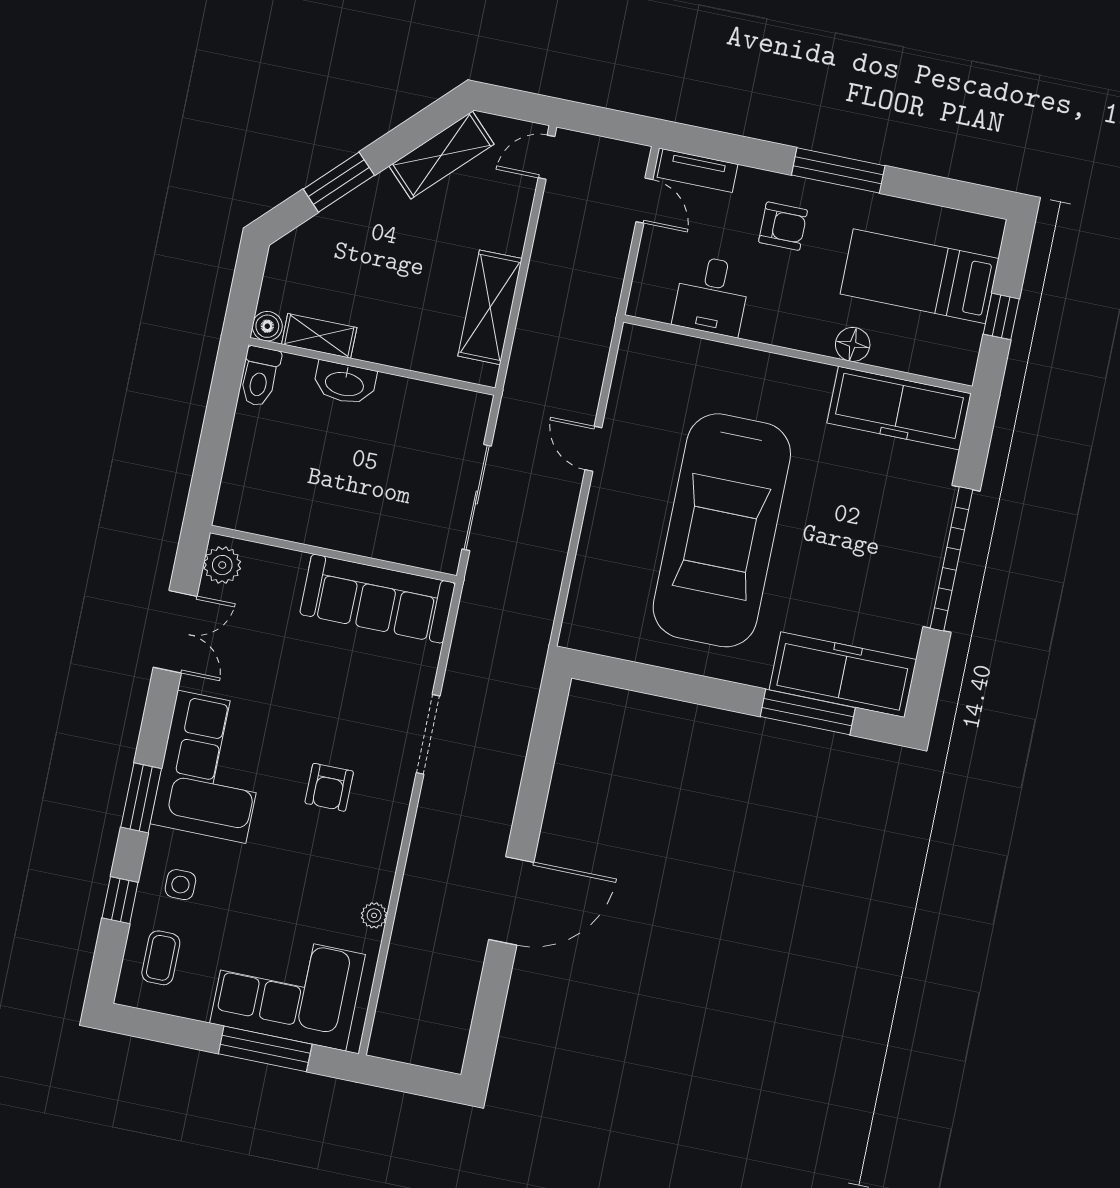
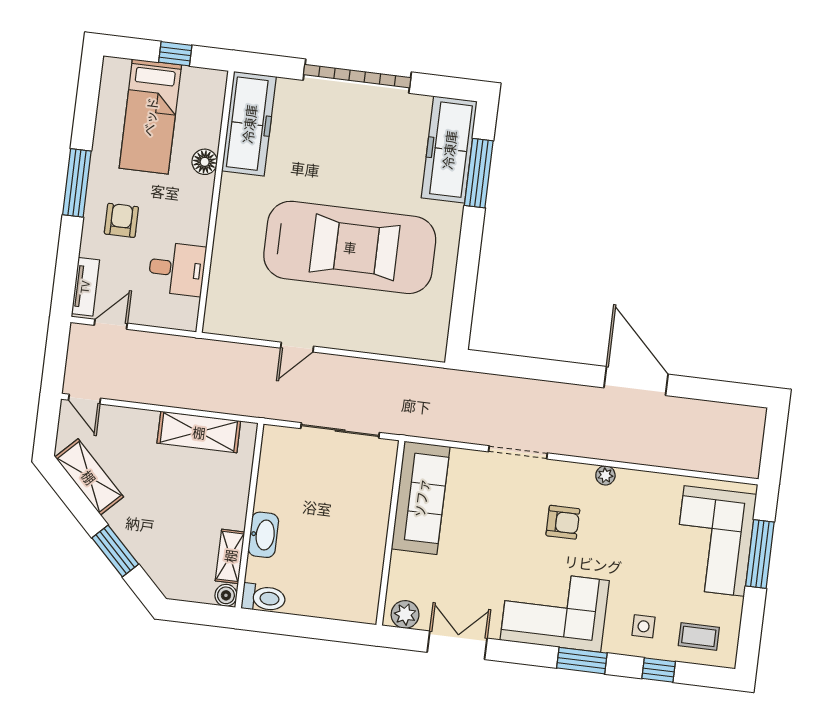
plant: (374, 915) -> (605, 475), moved

